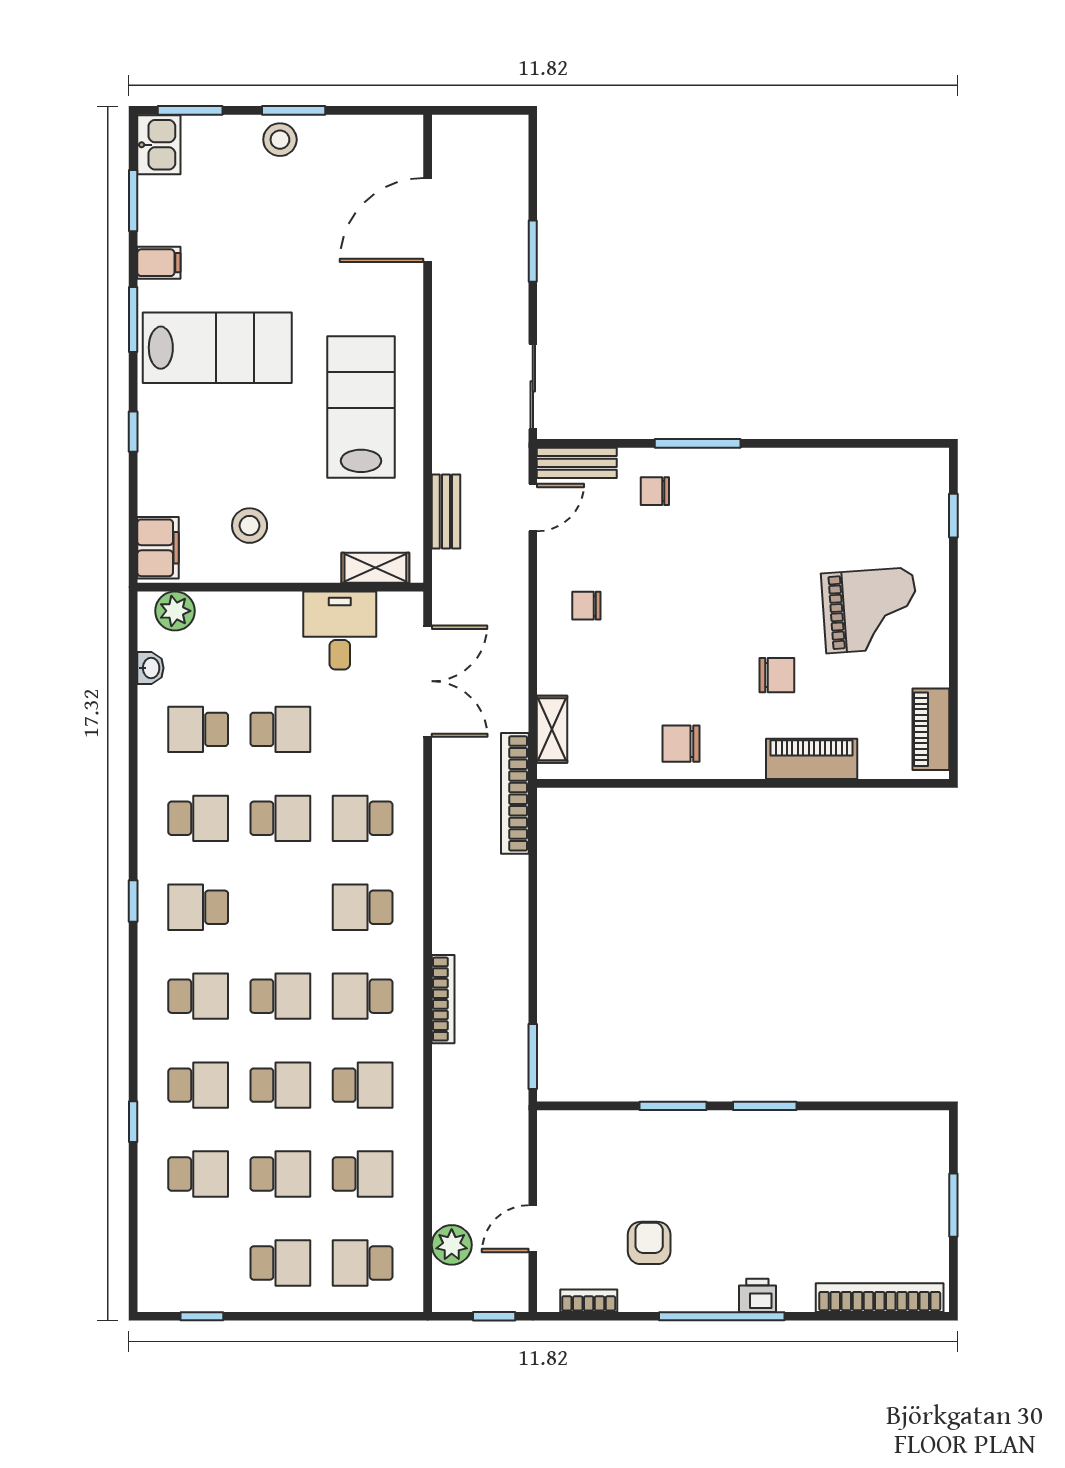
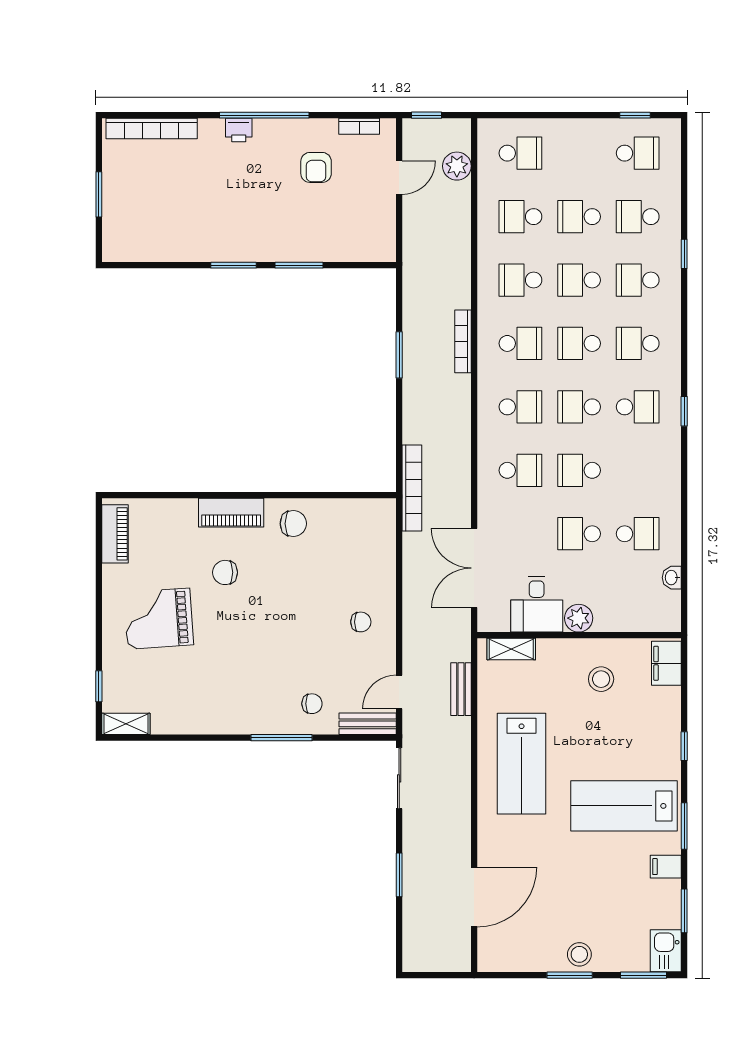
plant: (175, 611) -> (579, 618), moved
shelving: (552, 729) -> (126, 724), moved, turned 90
piano: (812, 759) -> (231, 513), moved
school desk: (198, 818) -> (579, 407), moved
window: (533, 1057) -> (399, 355), moved
school desk: (280, 1263) -> (638, 153), moved, turned 180

